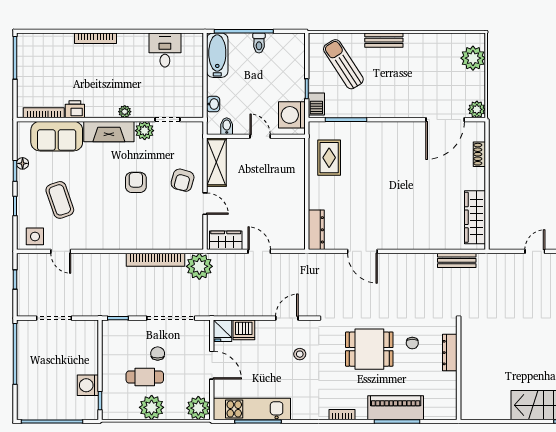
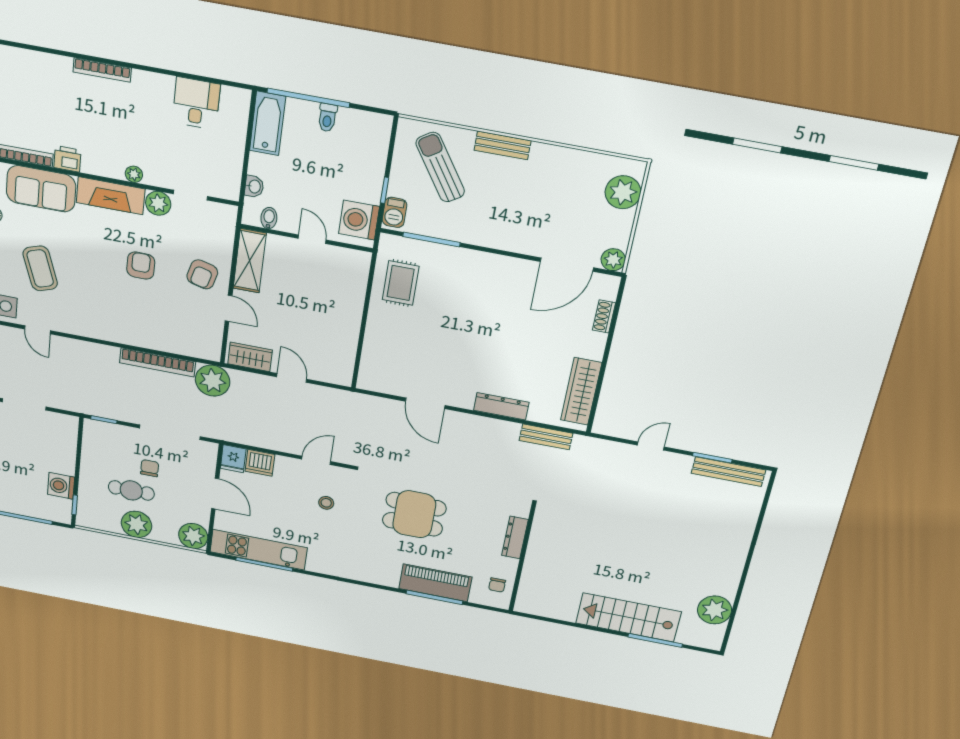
dresser: (316, 230) -> (501, 406), moved, turned -90
chair: (412, 343) -> (497, 585), moved
bookcase: (342, 415) -> (368, 577), removed

